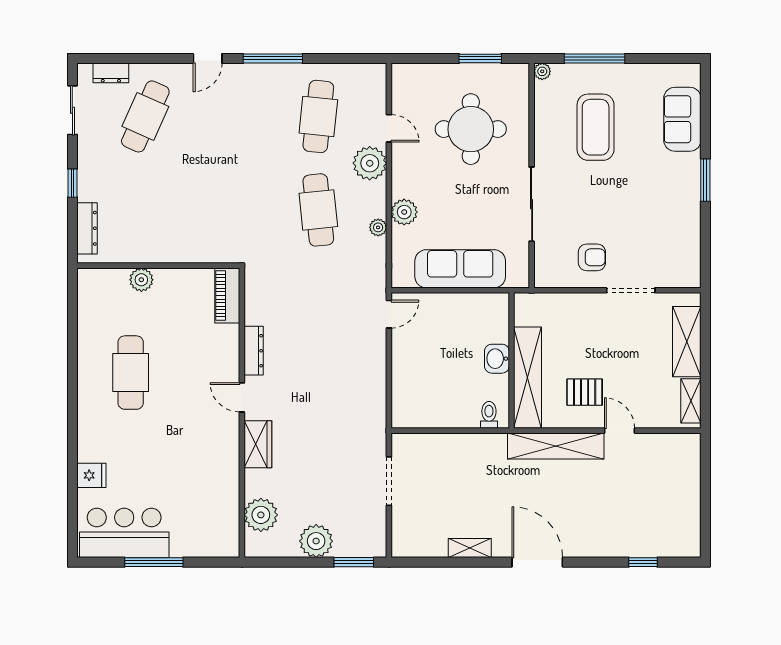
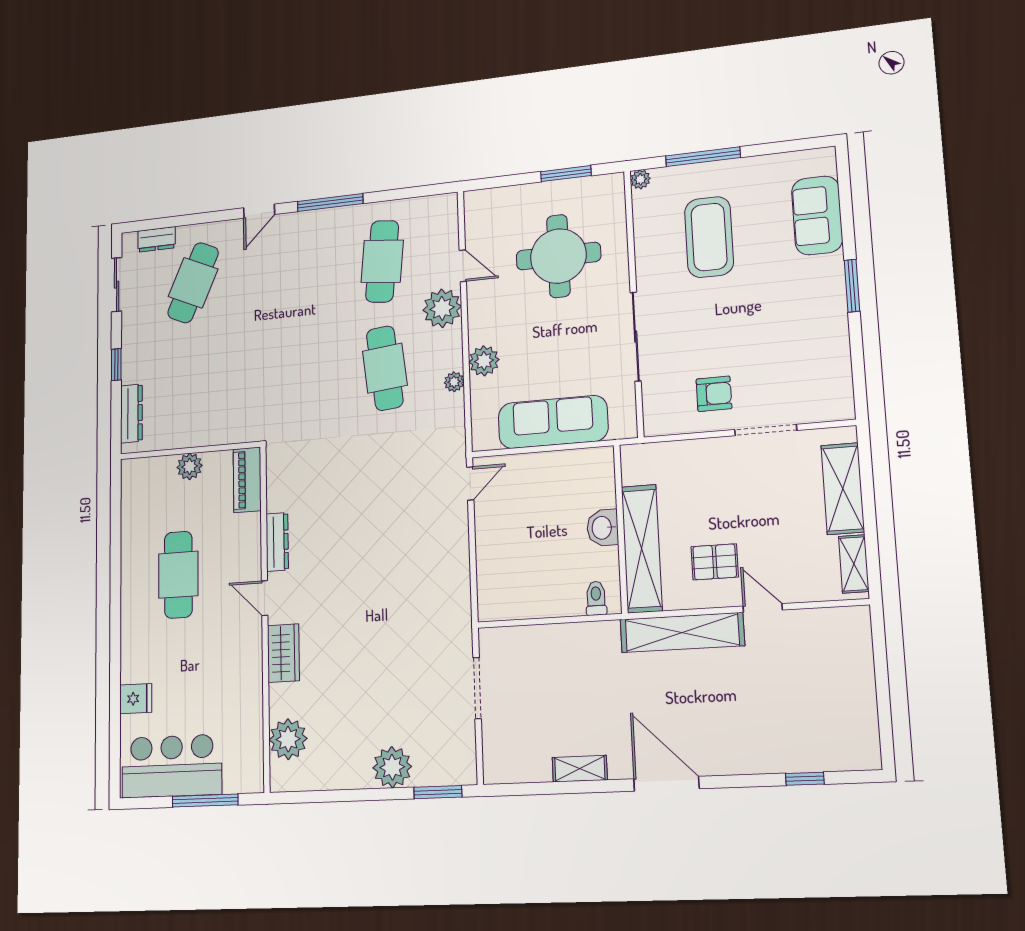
piano: (227, 296) -> (247, 480), moved
dresser: (254, 351) -> (277, 542), moved
door: (242, 397) -> (265, 598), moved
wall: (242, 413) -> (265, 617), moved
wardrobe: (258, 444) -> (283, 653), moved
plant: (261, 515) -> (288, 739), moved

